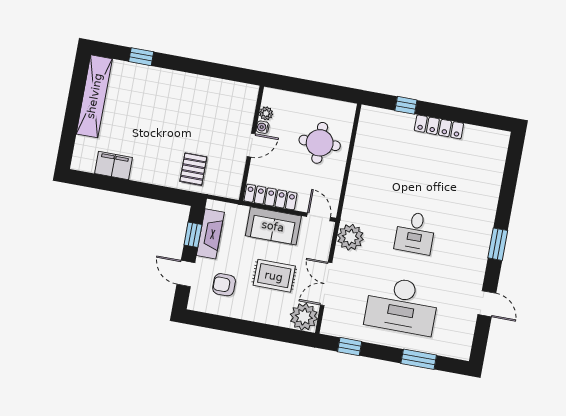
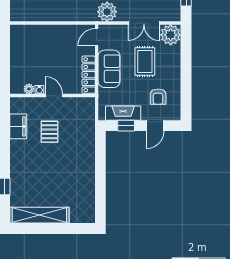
round table: (320, 143) -> (43, 46), removed
filing cabinet: (114, 165) -> (18, 126), moved, turned 180
pallet: (193, 169) -> (49, 132), moved, turned 90

